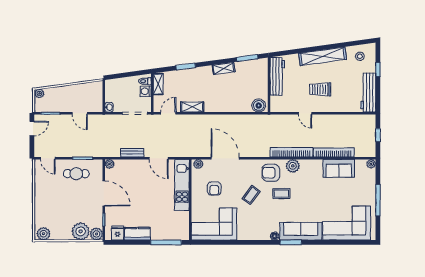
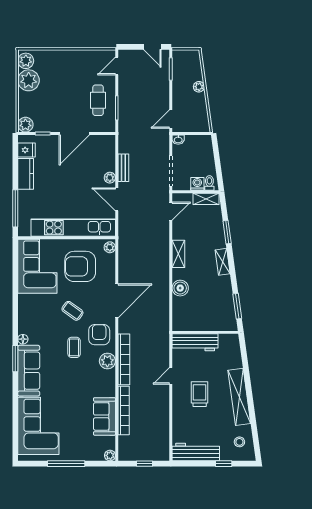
shelving: (224, 68) -> (223, 262), moved
workbench: (277, 76) -> (195, 342), moved
plant: (39, 93) -> (199, 87), moved
boiler: (259, 105) -> (180, 288), moved
shelving: (192, 107) -> (178, 254), moved
door: (80, 113) -> (171, 119), moved
door: (168, 113) -> (171, 211), hinge flipped
door: (159, 158) -> (117, 199), hinge flipped
door: (225, 158) -> (117, 301), moved
plant: (110, 164) -> (110, 178), moved
kitchen unit: (182, 185) -> (73, 228), width x1.36
armchair: (214, 189) -> (80, 266), width x1.88, depth x1.88
plant: (81, 231) -> (29, 80), moved

